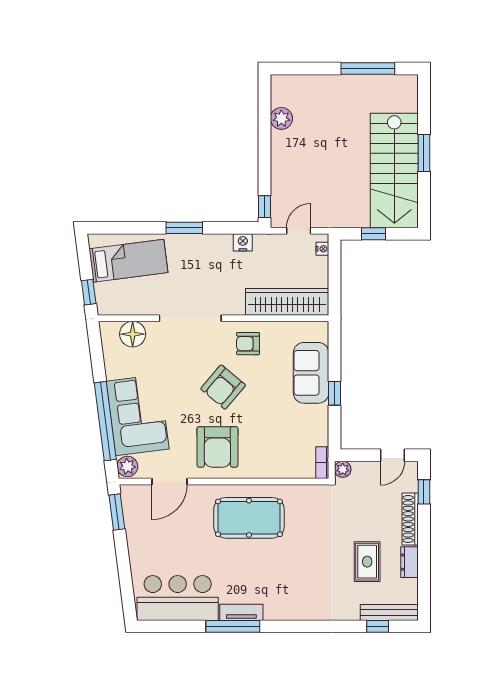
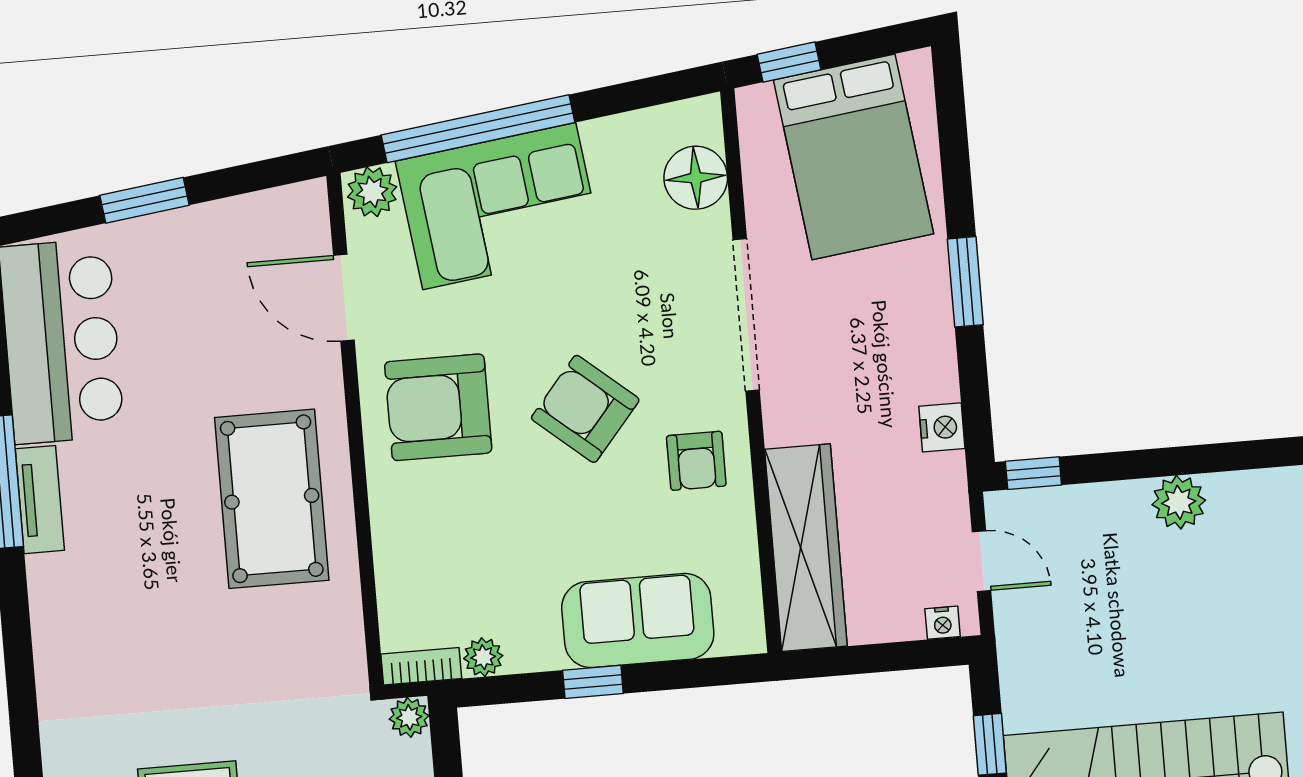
plant: (281, 118) -> (1179, 502), moved
bed: (128, 261) -> (854, 157), width x1.50
armchair: (248, 344) -> (696, 461), turned 180
plant: (321, 437) -> (483, 657), added
window: (117, 512) -> (145, 200), moved

